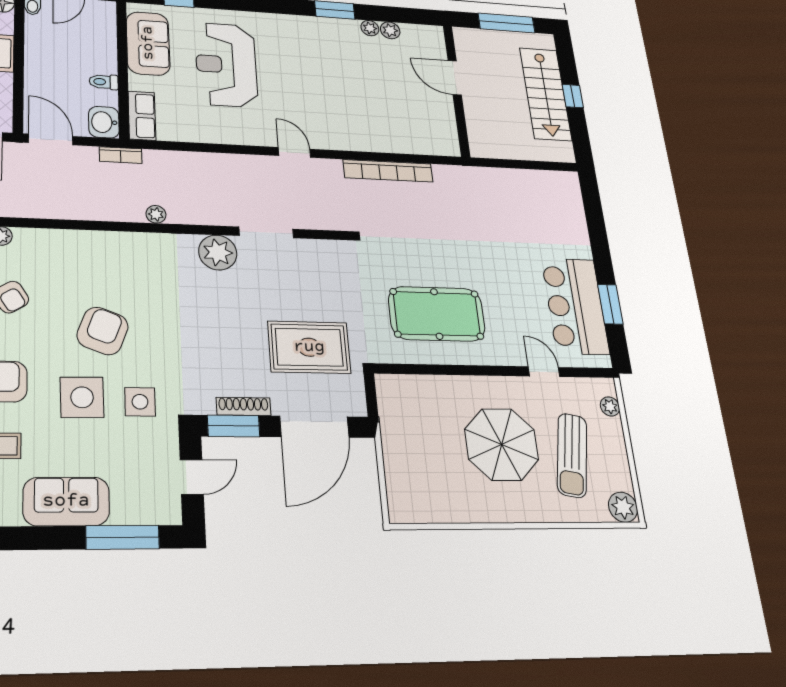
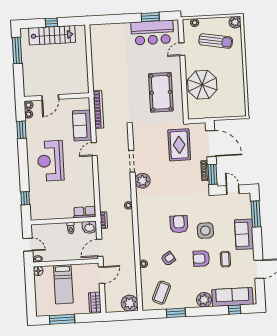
sofa: (148, 43) -> (82, 125), moved, turned -90
reception desk: (226, 65) -> (51, 161), moved, turned 90
door: (455, 78) -> (50, 97), moved
wall: (456, 90) -> (56, 97), moved
armchair: (103, 331) -> (179, 224), turned 69
side table: (140, 402) -> (206, 209), removed
parasol: (502, 444) -> (202, 85), moved

